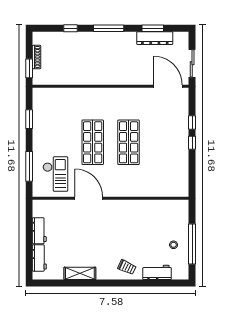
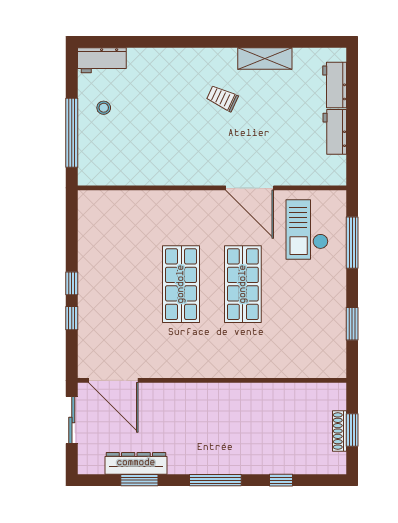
window: (29, 68) -> (352, 430), moved
window: (192, 244) -> (72, 133), moved
trolley: (127, 267) -> (222, 98), moved
workbench: (157, 272) -> (102, 60), moved

